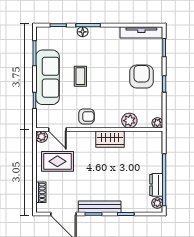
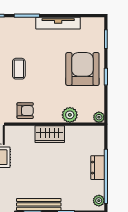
floor lamp: (83, 32) -> (21, 23), removed
tv unit: (141, 32) -> (58, 23), moved
armchair: (142, 76) -> (82, 69), width x1.36, depth x1.36
dresser: (156, 185) -> (98, 168), moved

